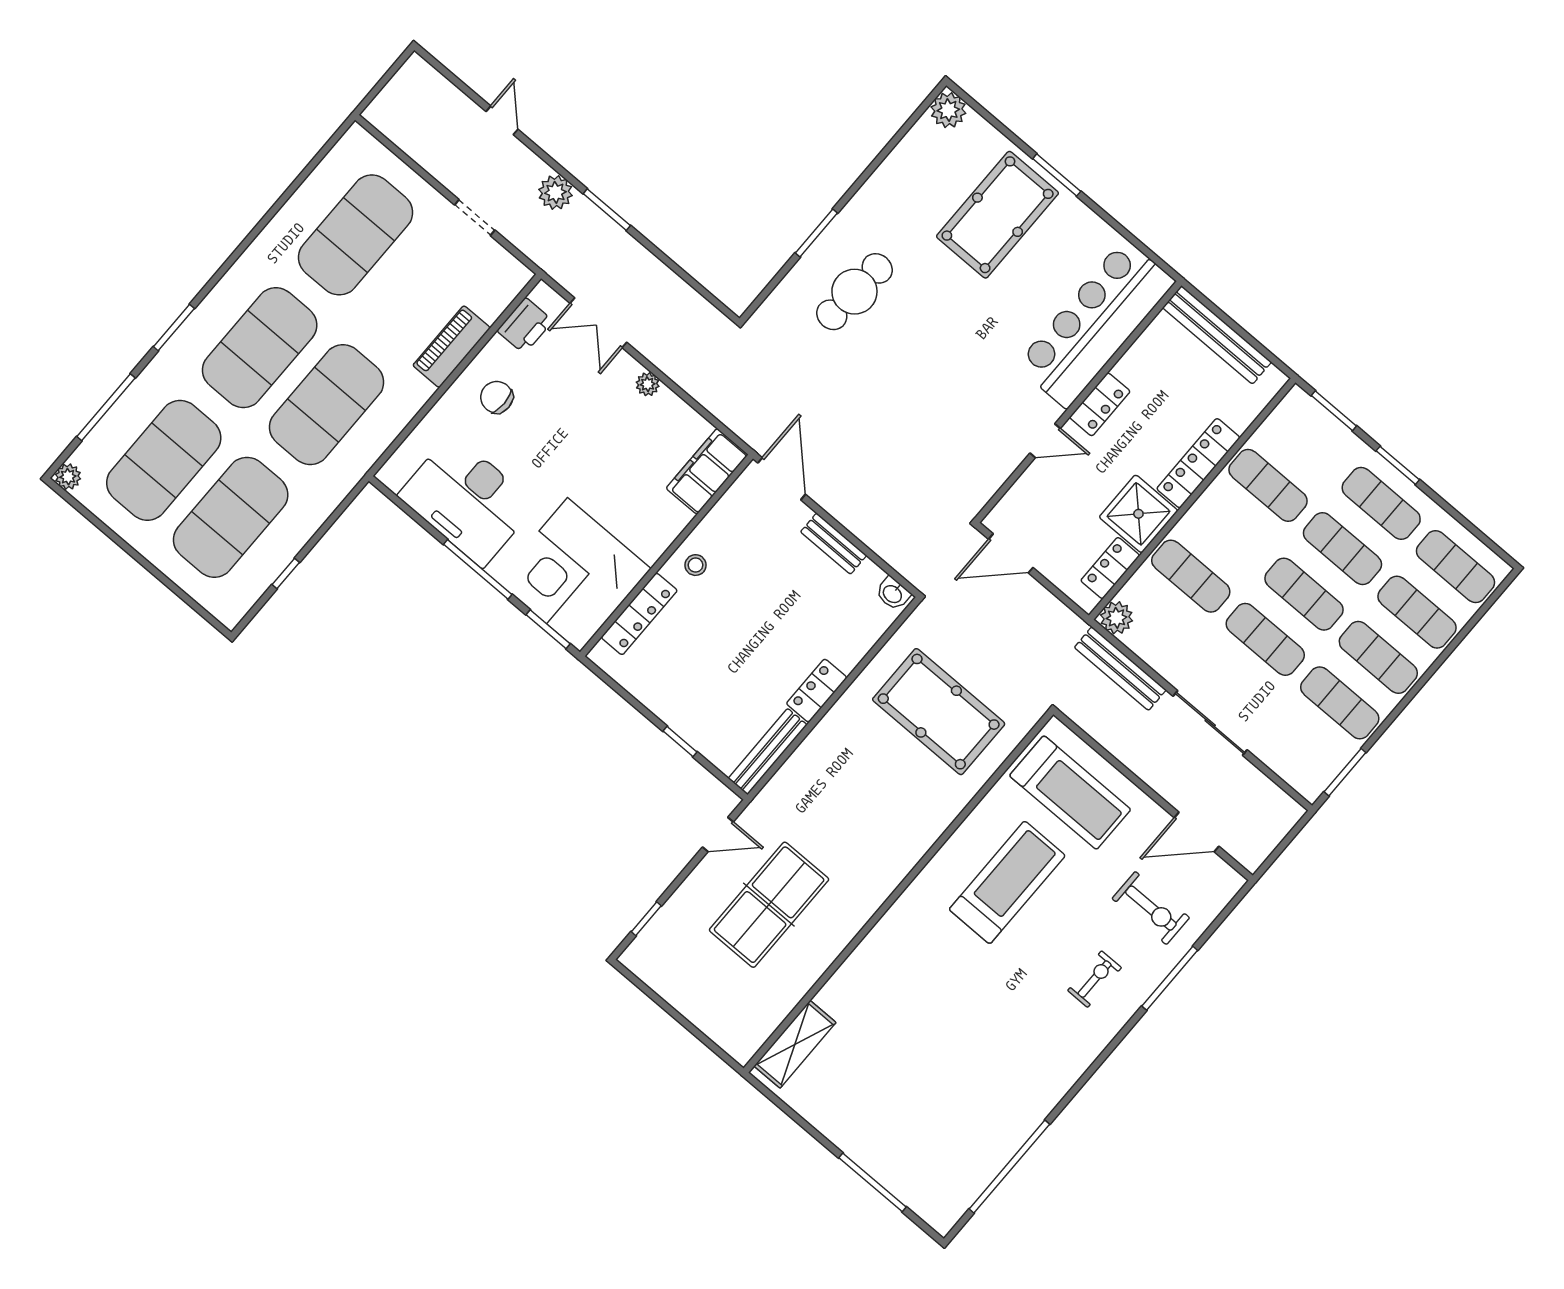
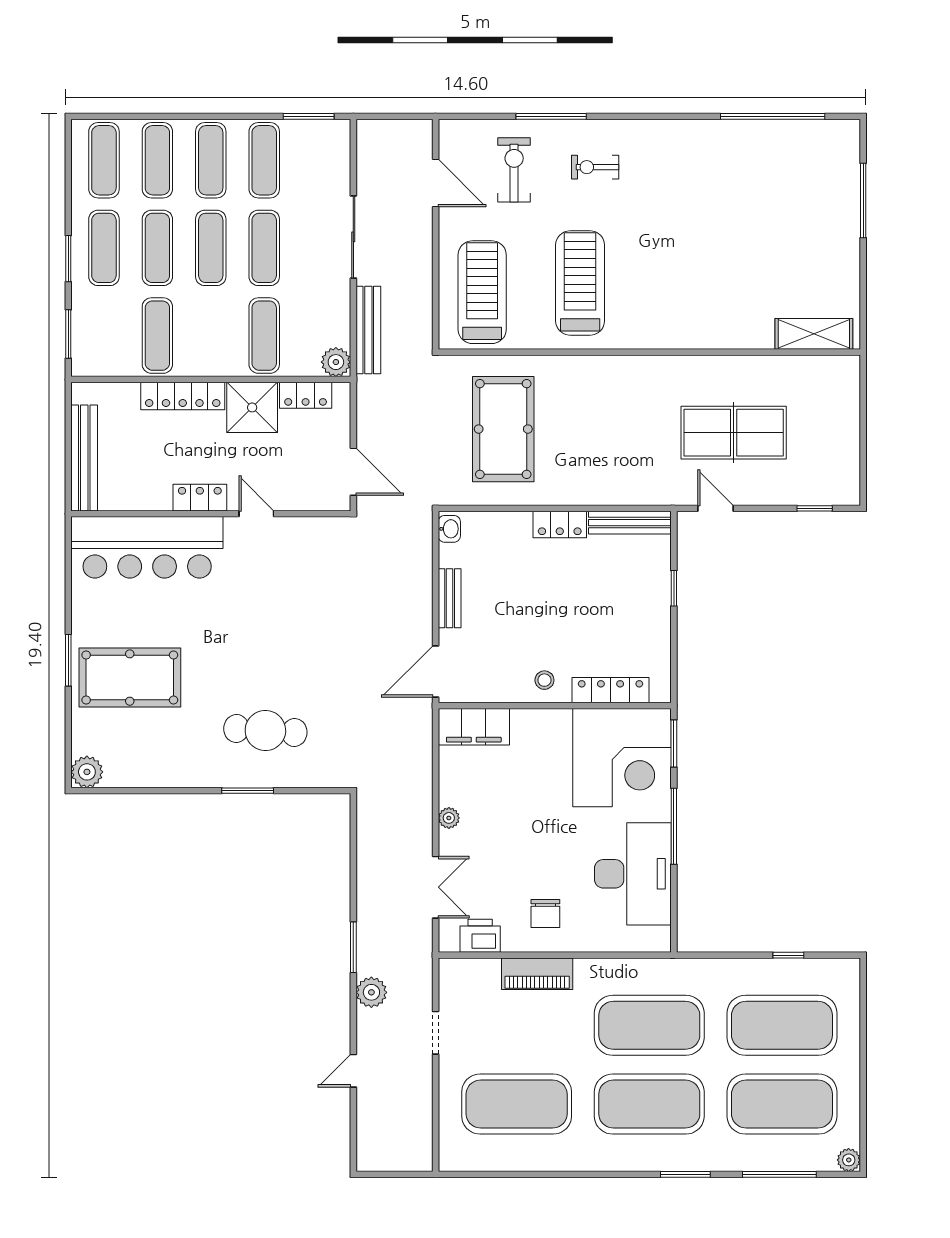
treadmill: (1007, 882) -> (580, 283), turned 90

